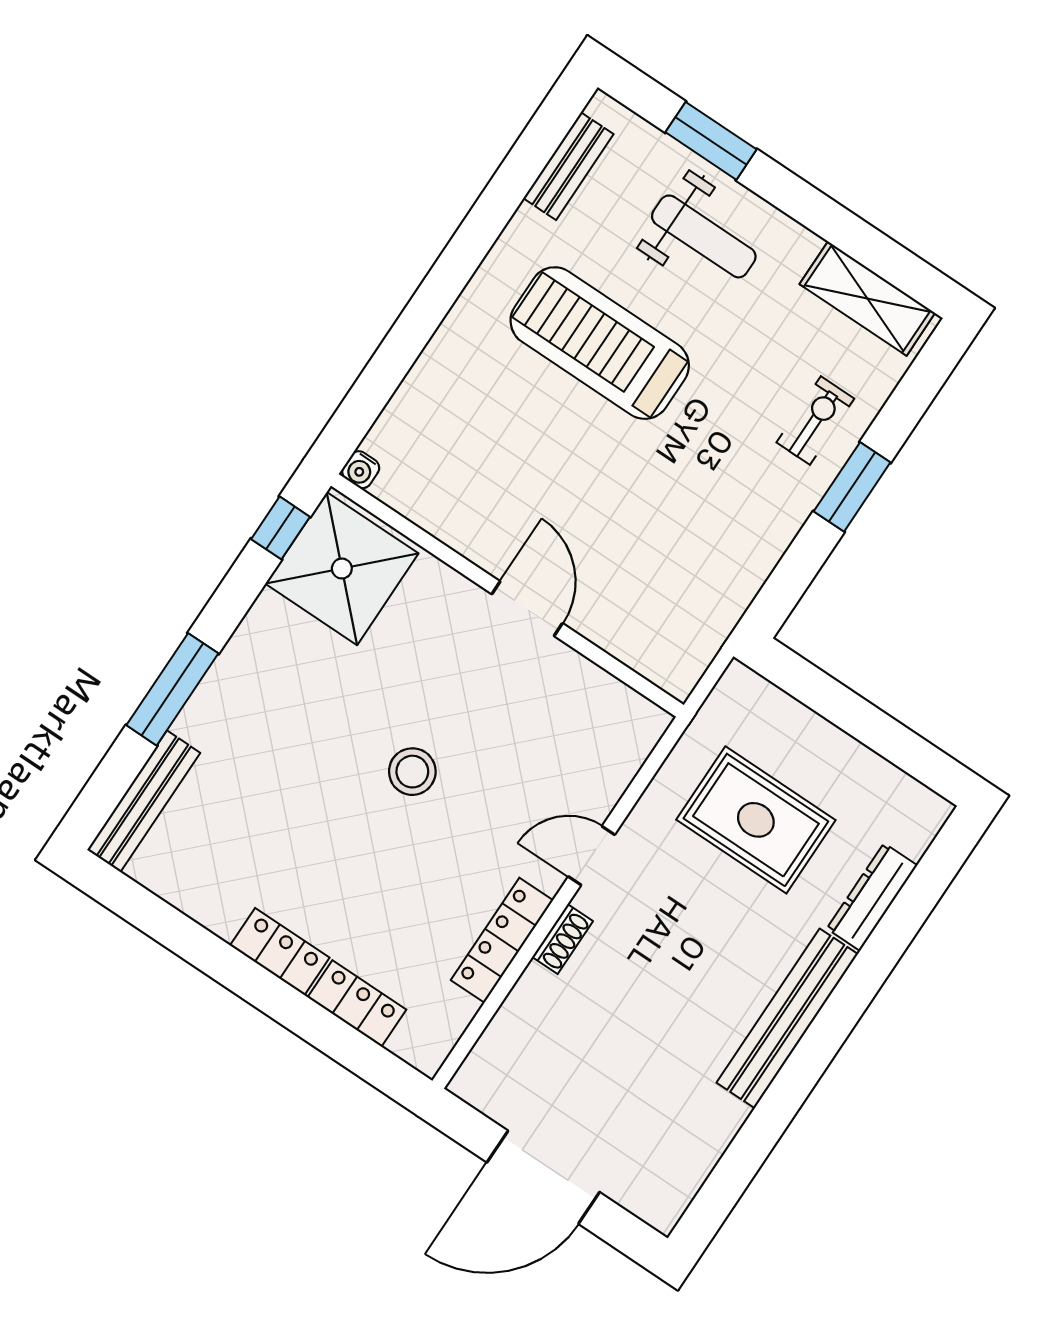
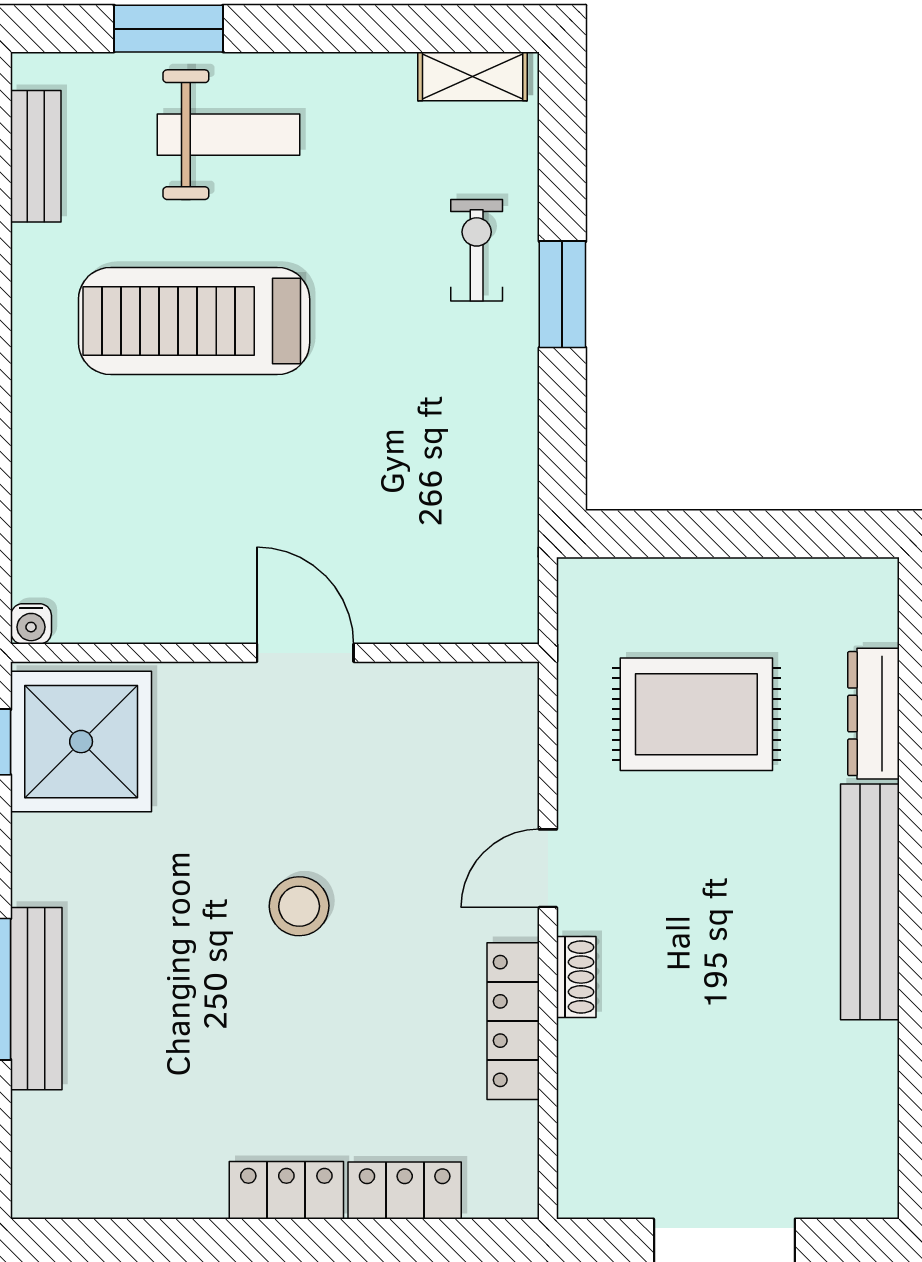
shelving: (867, 298) -> (473, 76), width x0.67, depth x0.75
bench: (144, 801) -> (36, 999), moved

